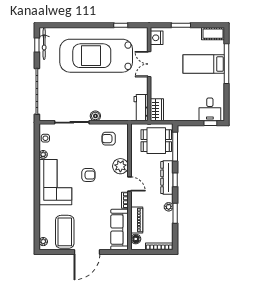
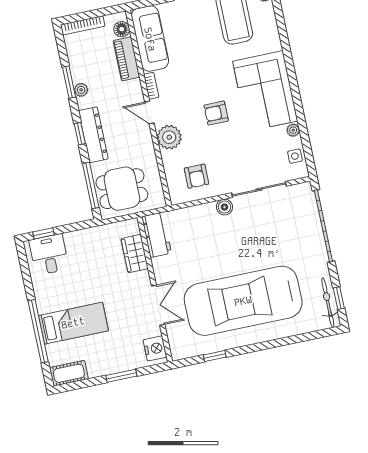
car: (96, 56) -> (243, 301), turned 180
wardrobe: (157, 110) -> (135, 254), moved
armchair: (109, 139) -> (197, 176), turned 90

